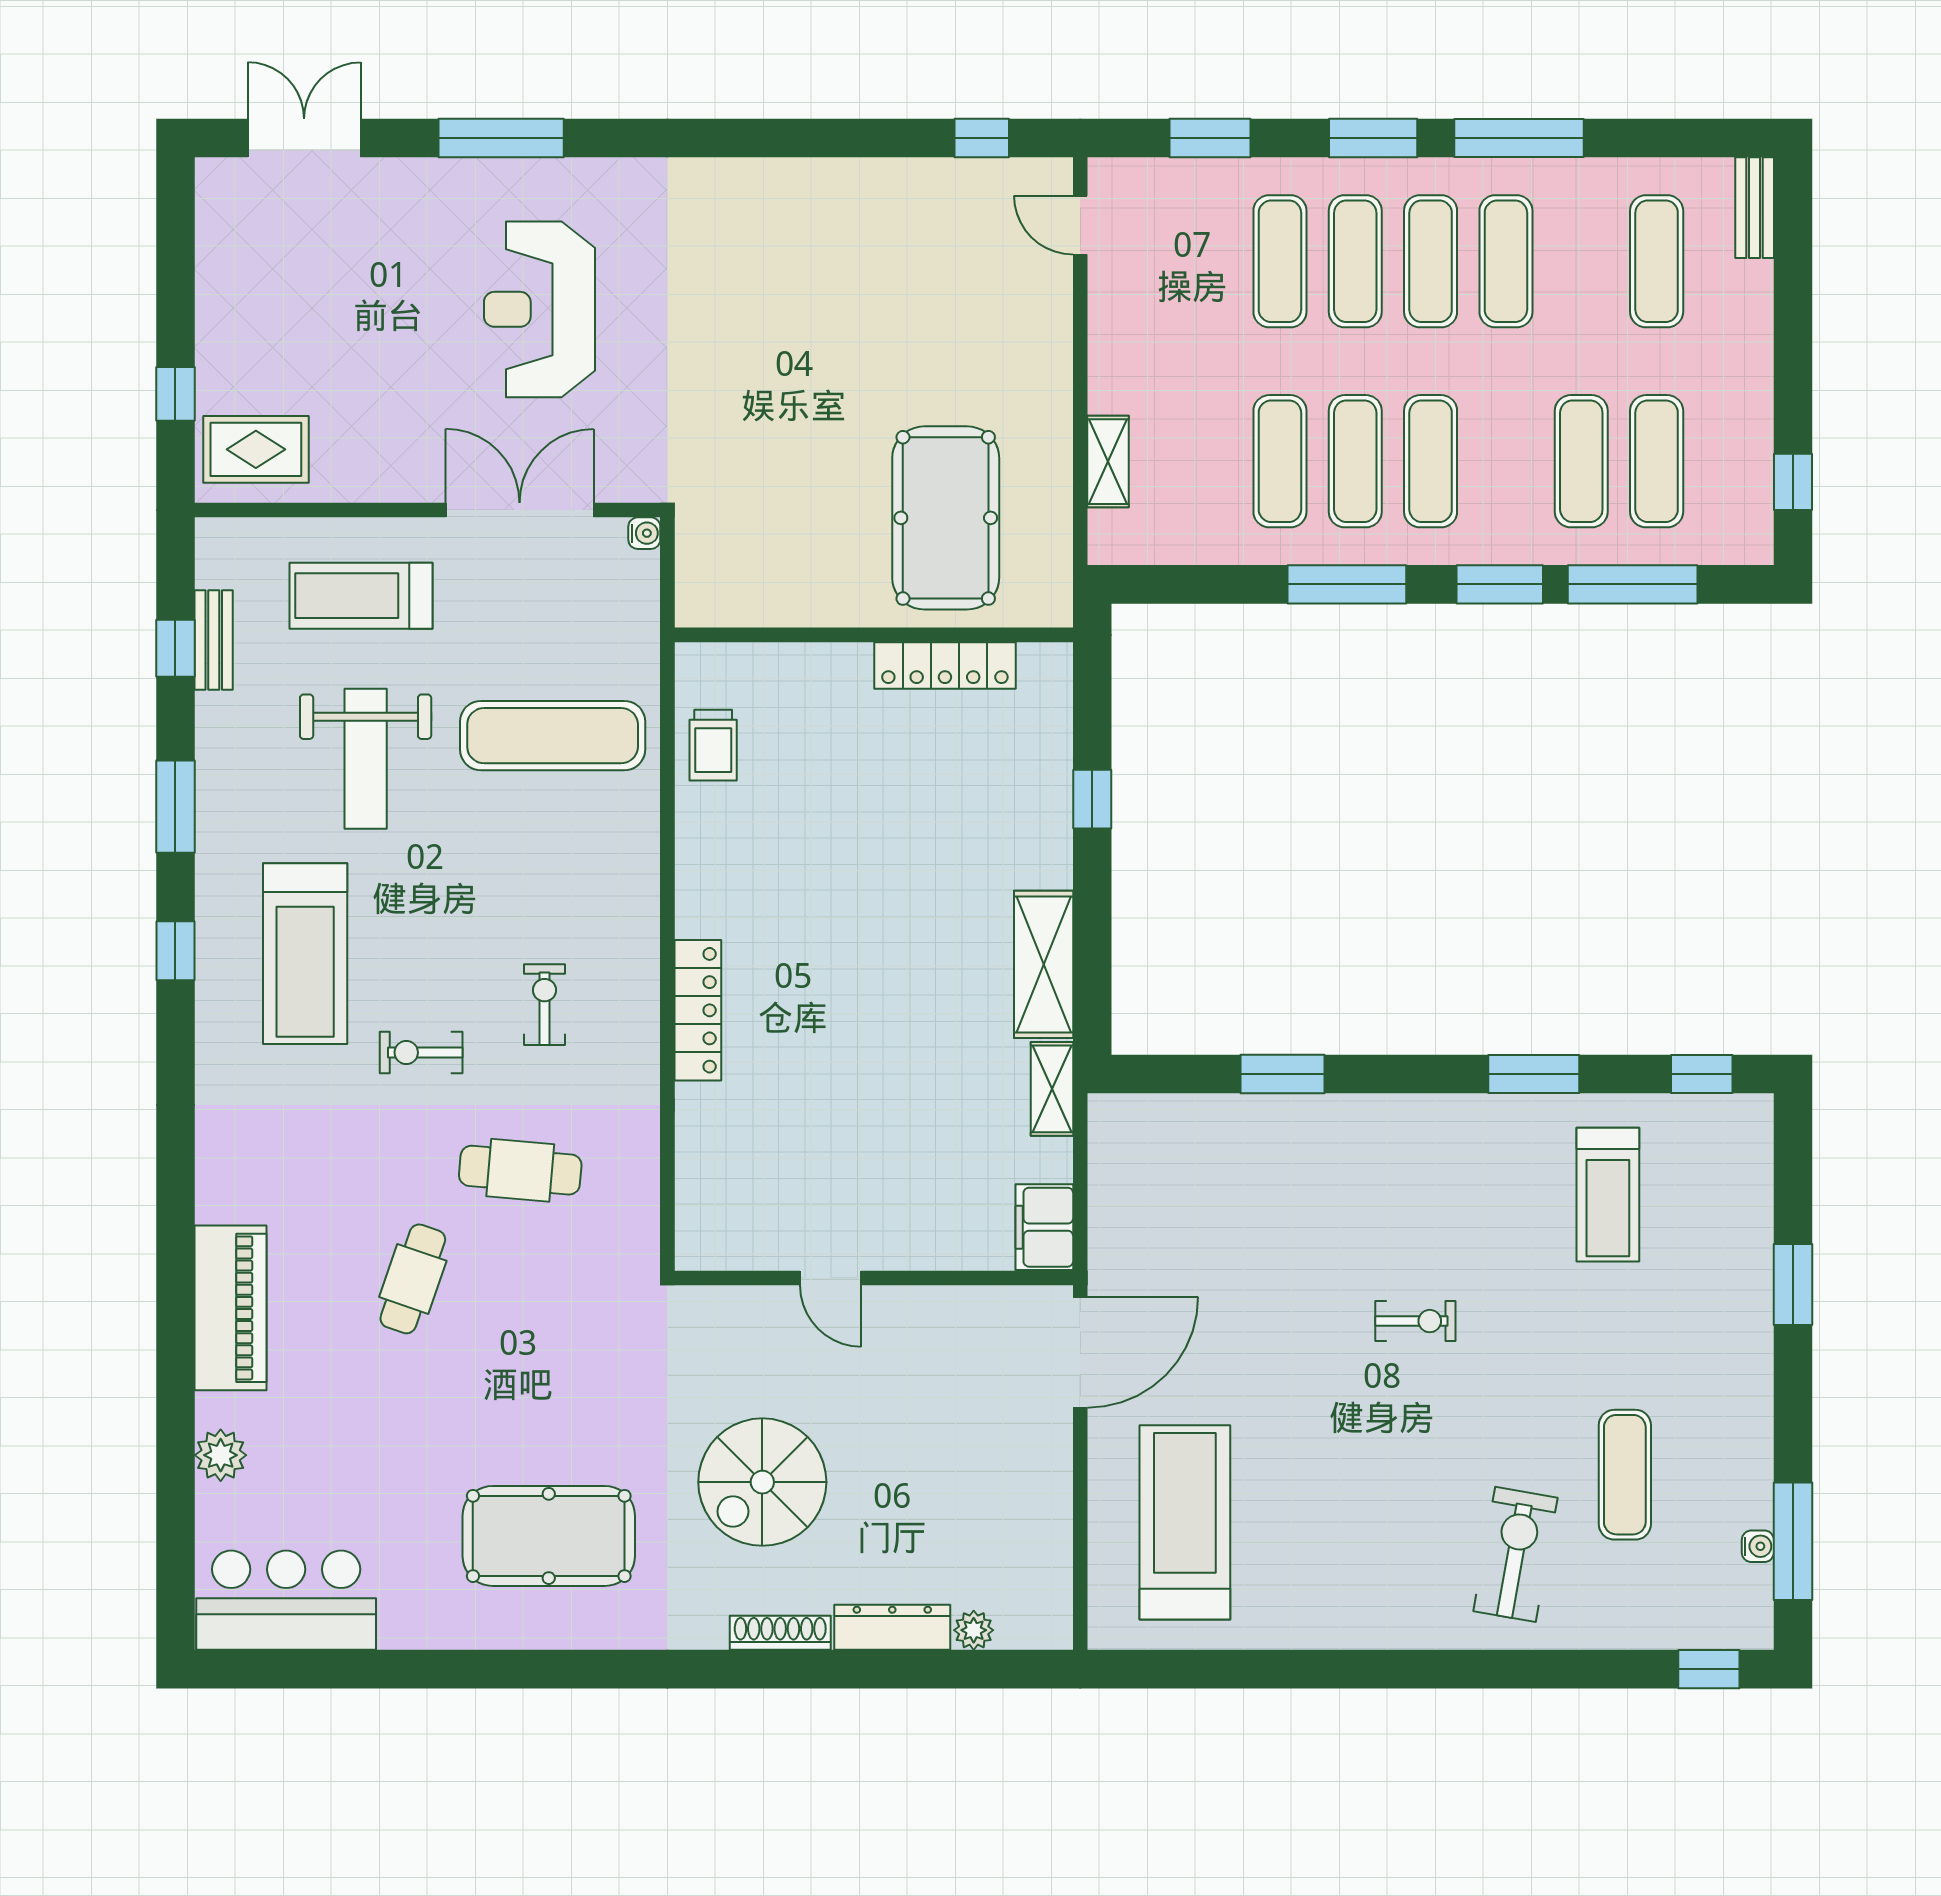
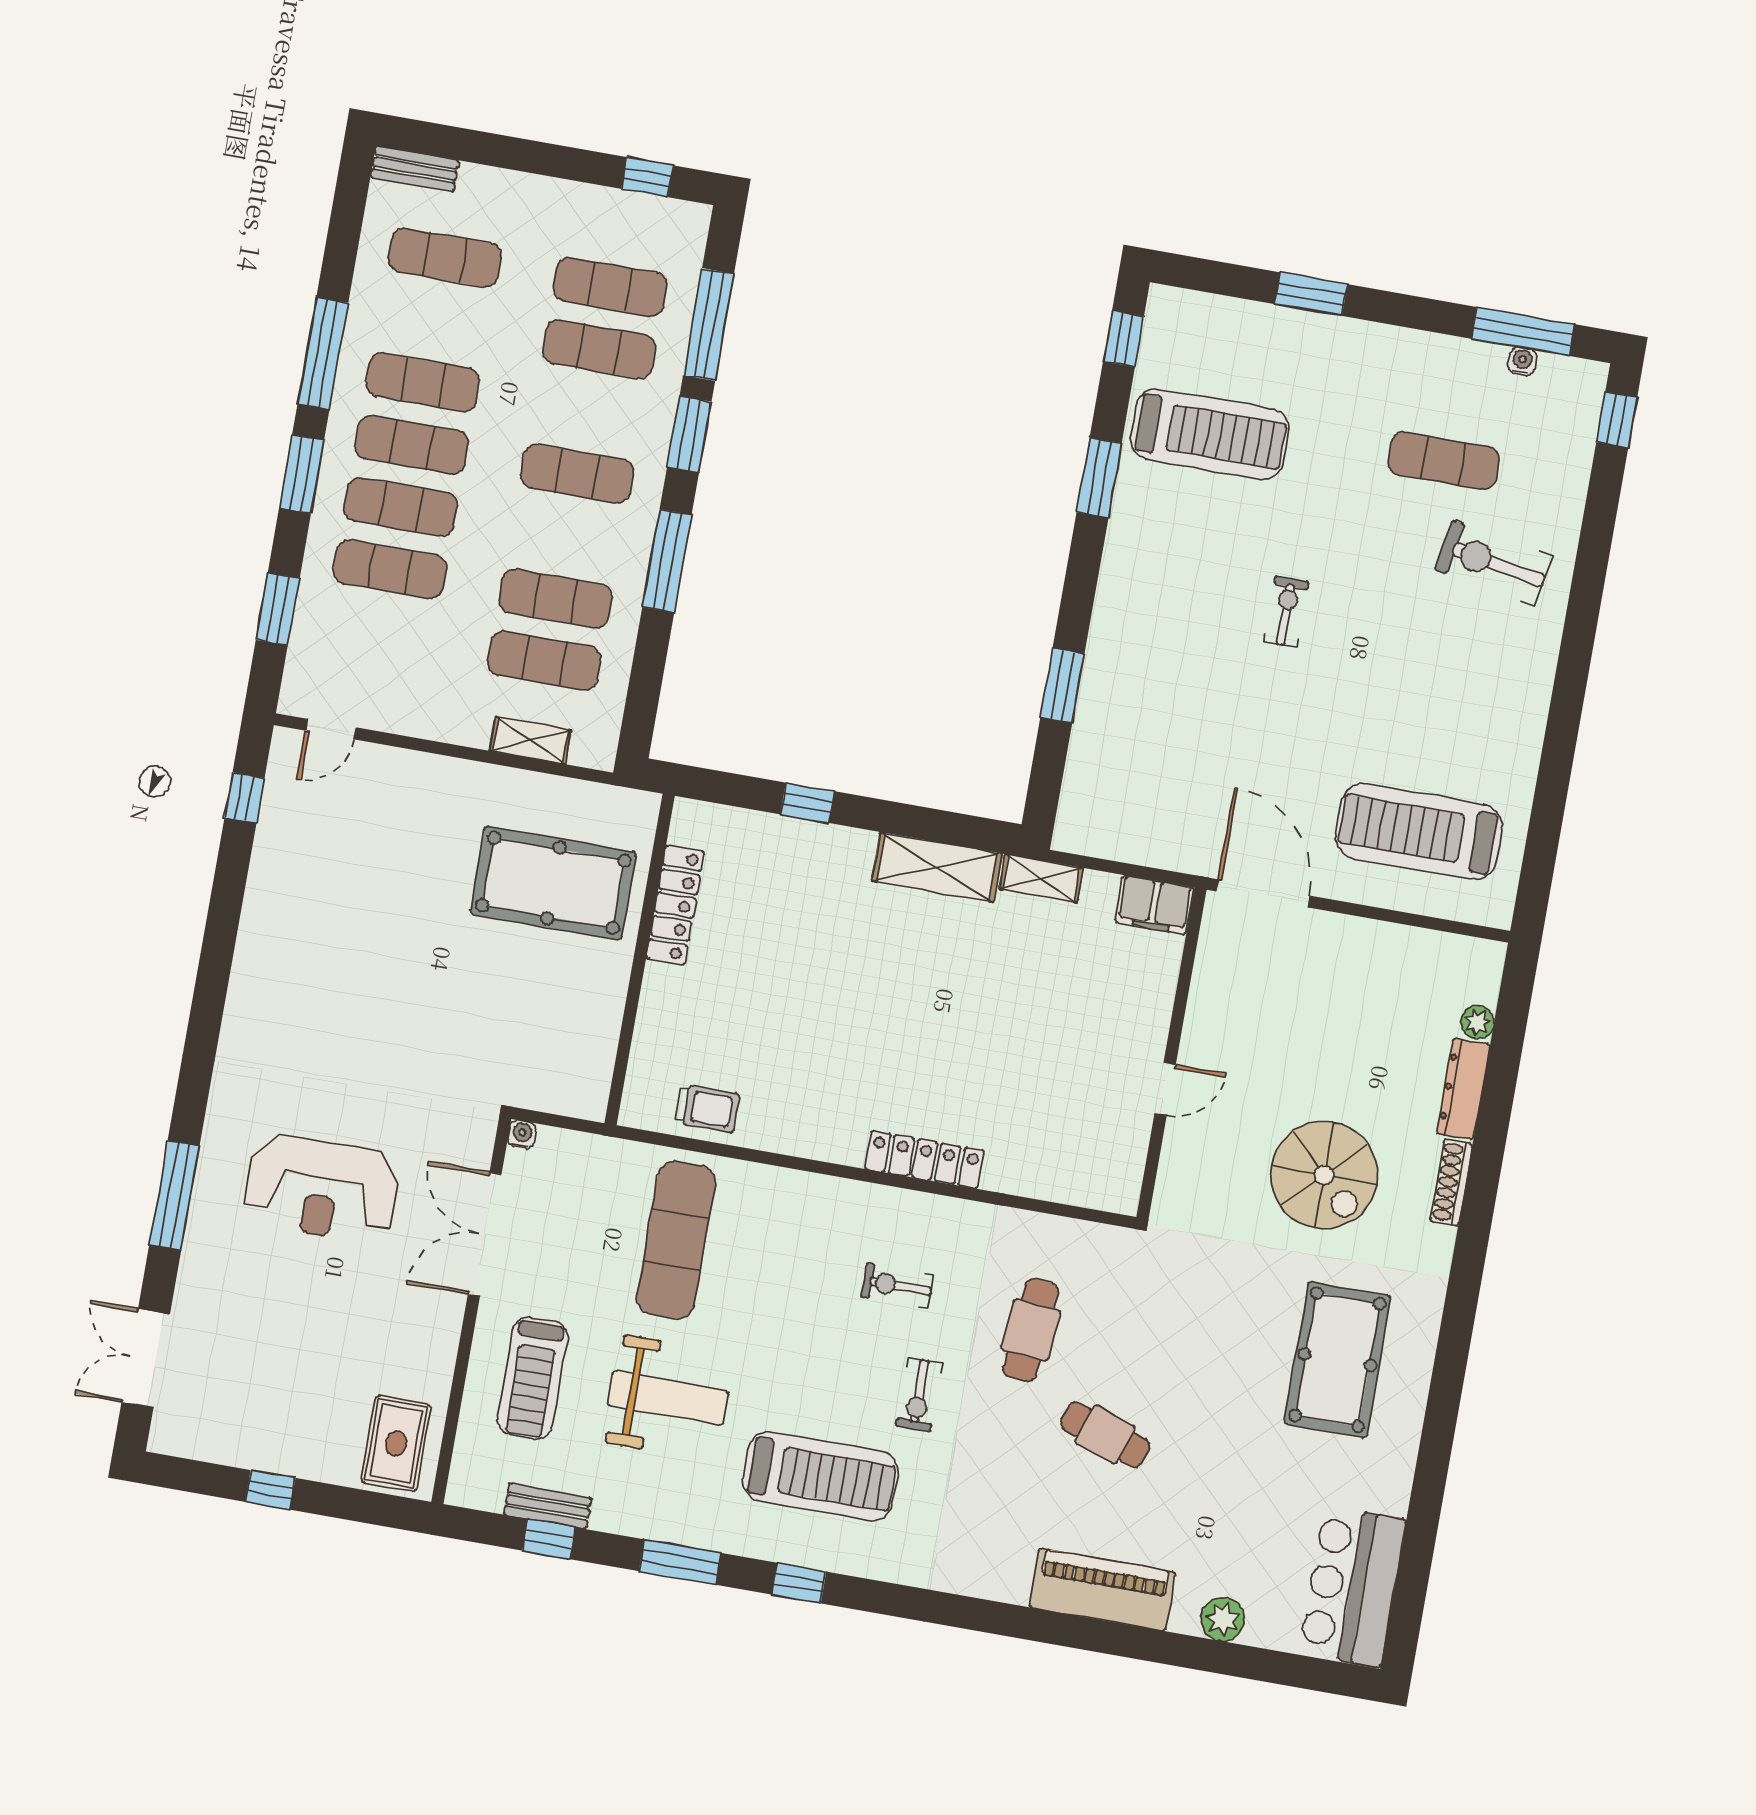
window: (175, 394) -> (270, 1490), moved
exercise mat: (1355, 461) -> (544, 661), moved
treadmill: (1608, 1195) -> (1210, 434), width x1.37, depth x1.38

